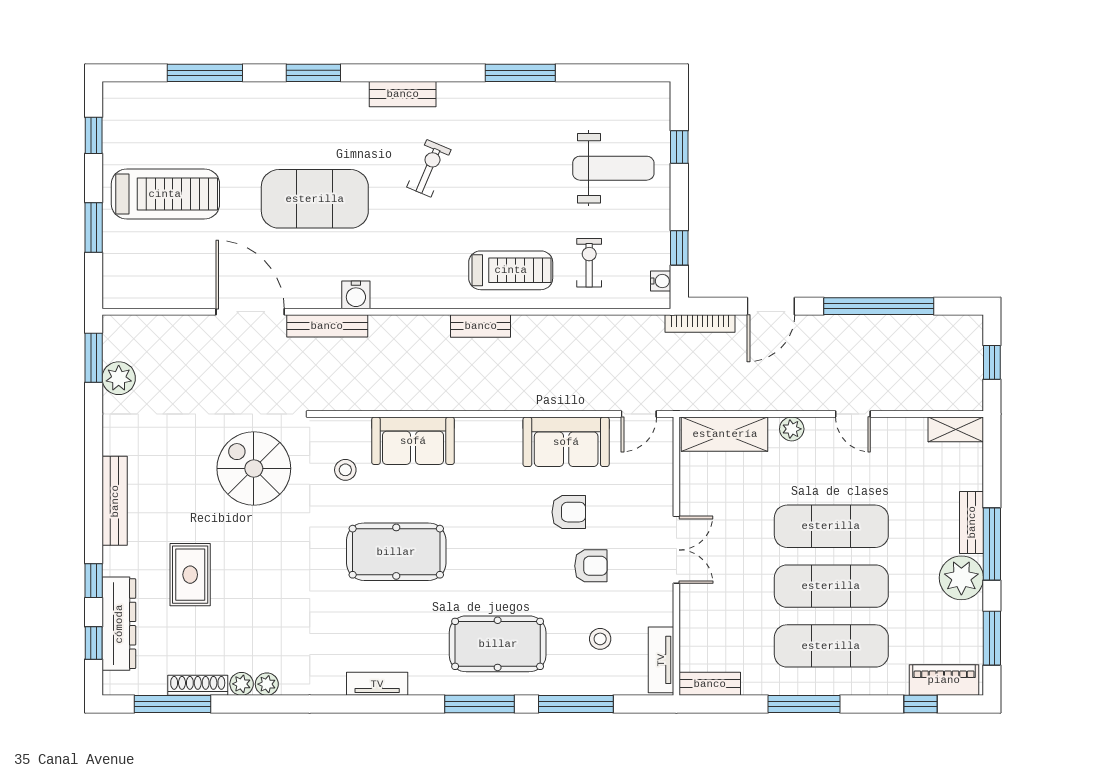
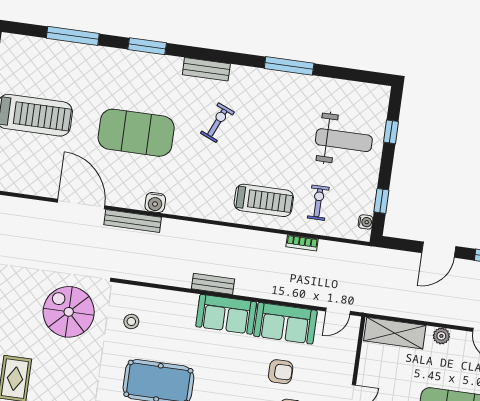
bookcase: (700, 323) -> (302, 243), moved, width x0.64
bench: (481, 326) -> (213, 284), moved
sofa: (413, 441) -> (226, 314), moved

